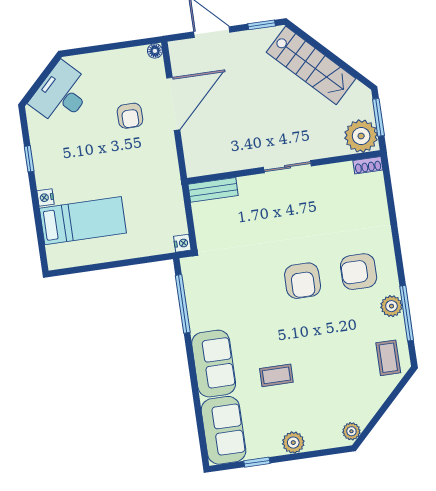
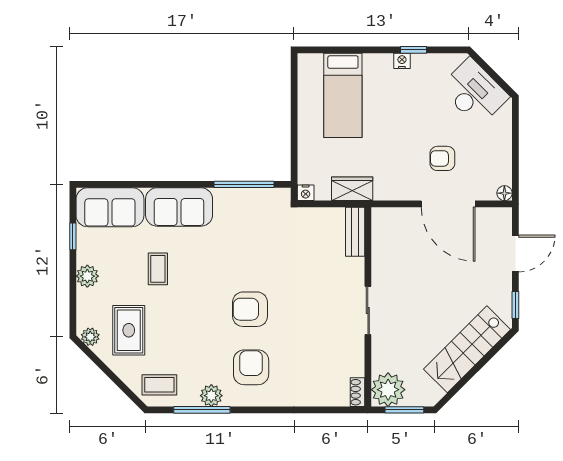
nightstand: (46, 198) -> (402, 61), moved
wardrobe: (172, 199) -> (352, 189), added
rug: (340, 395) -> (129, 330), added

